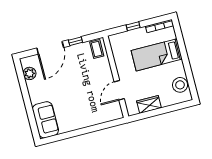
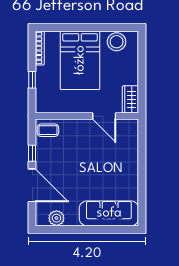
bed: (157, 55) -> (80, 60), width x1.50
wardrobe: (149, 104) -> (130, 99), moved
sofa: (45, 120) -> (109, 213), width x1.36

